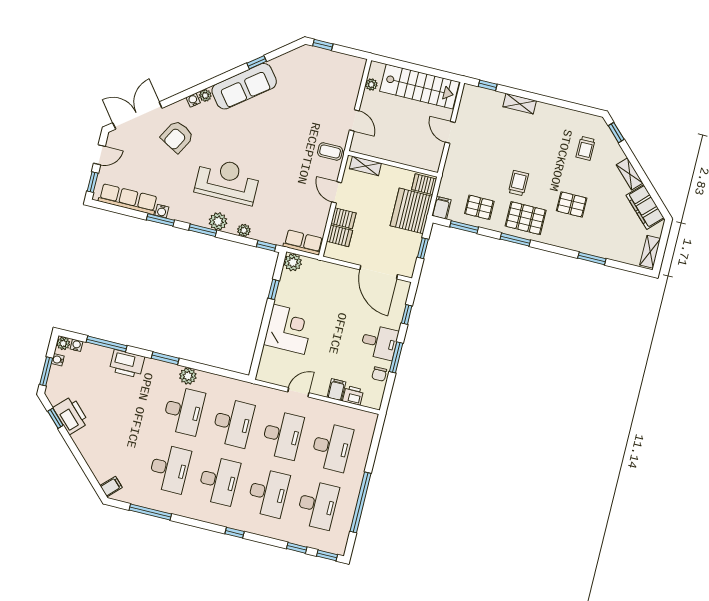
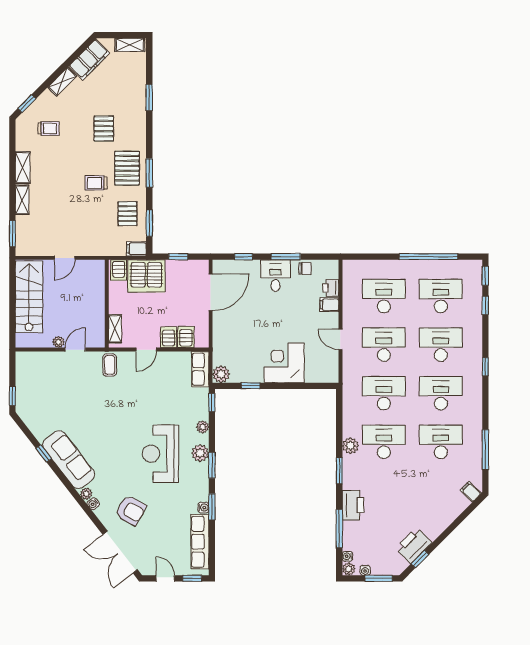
plant: (371, 85) -> (58, 342), moved
window: (488, 85) -> (12, 234), width x1.50
shelving: (552, 112) -> (23, 168), added

